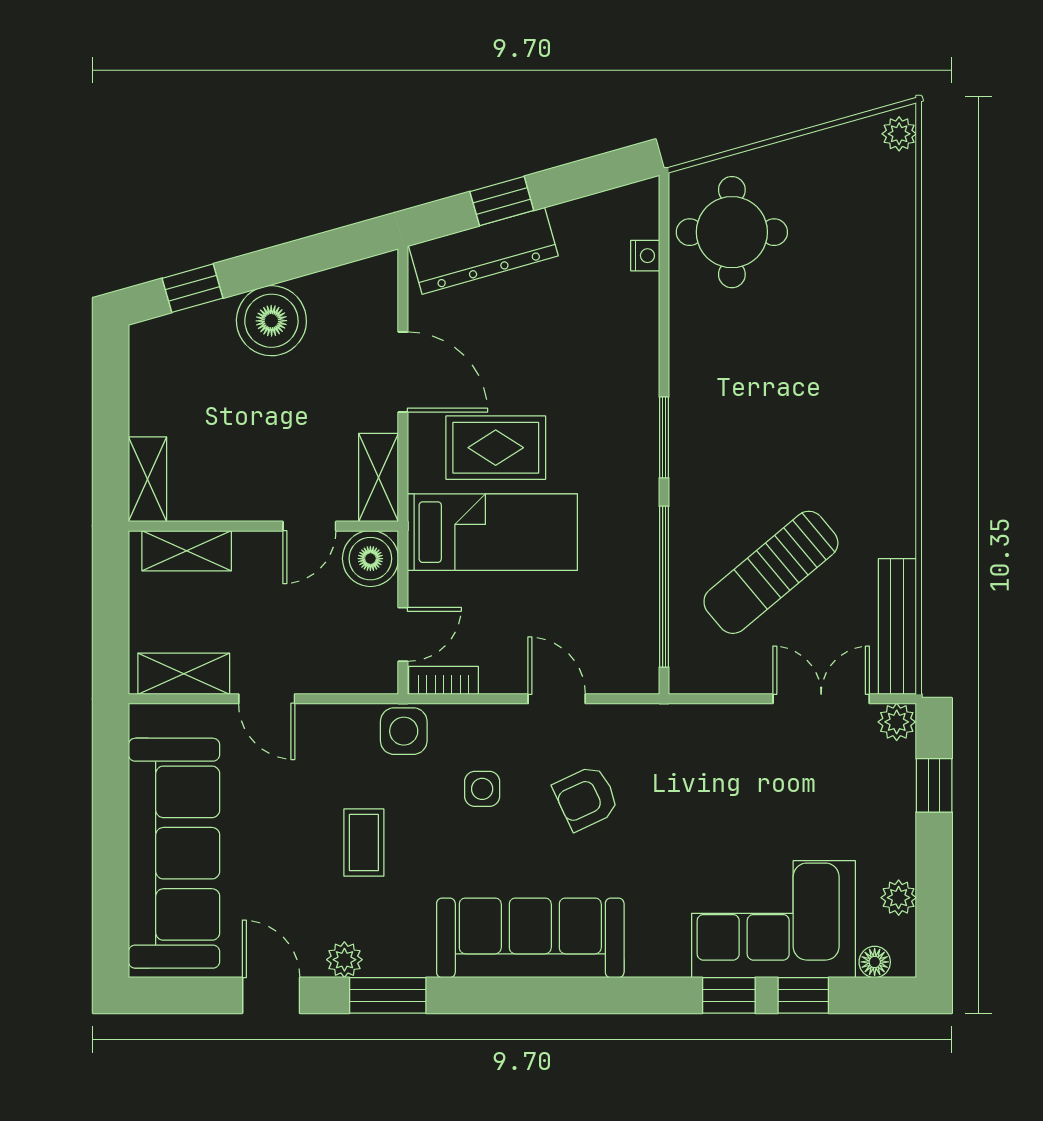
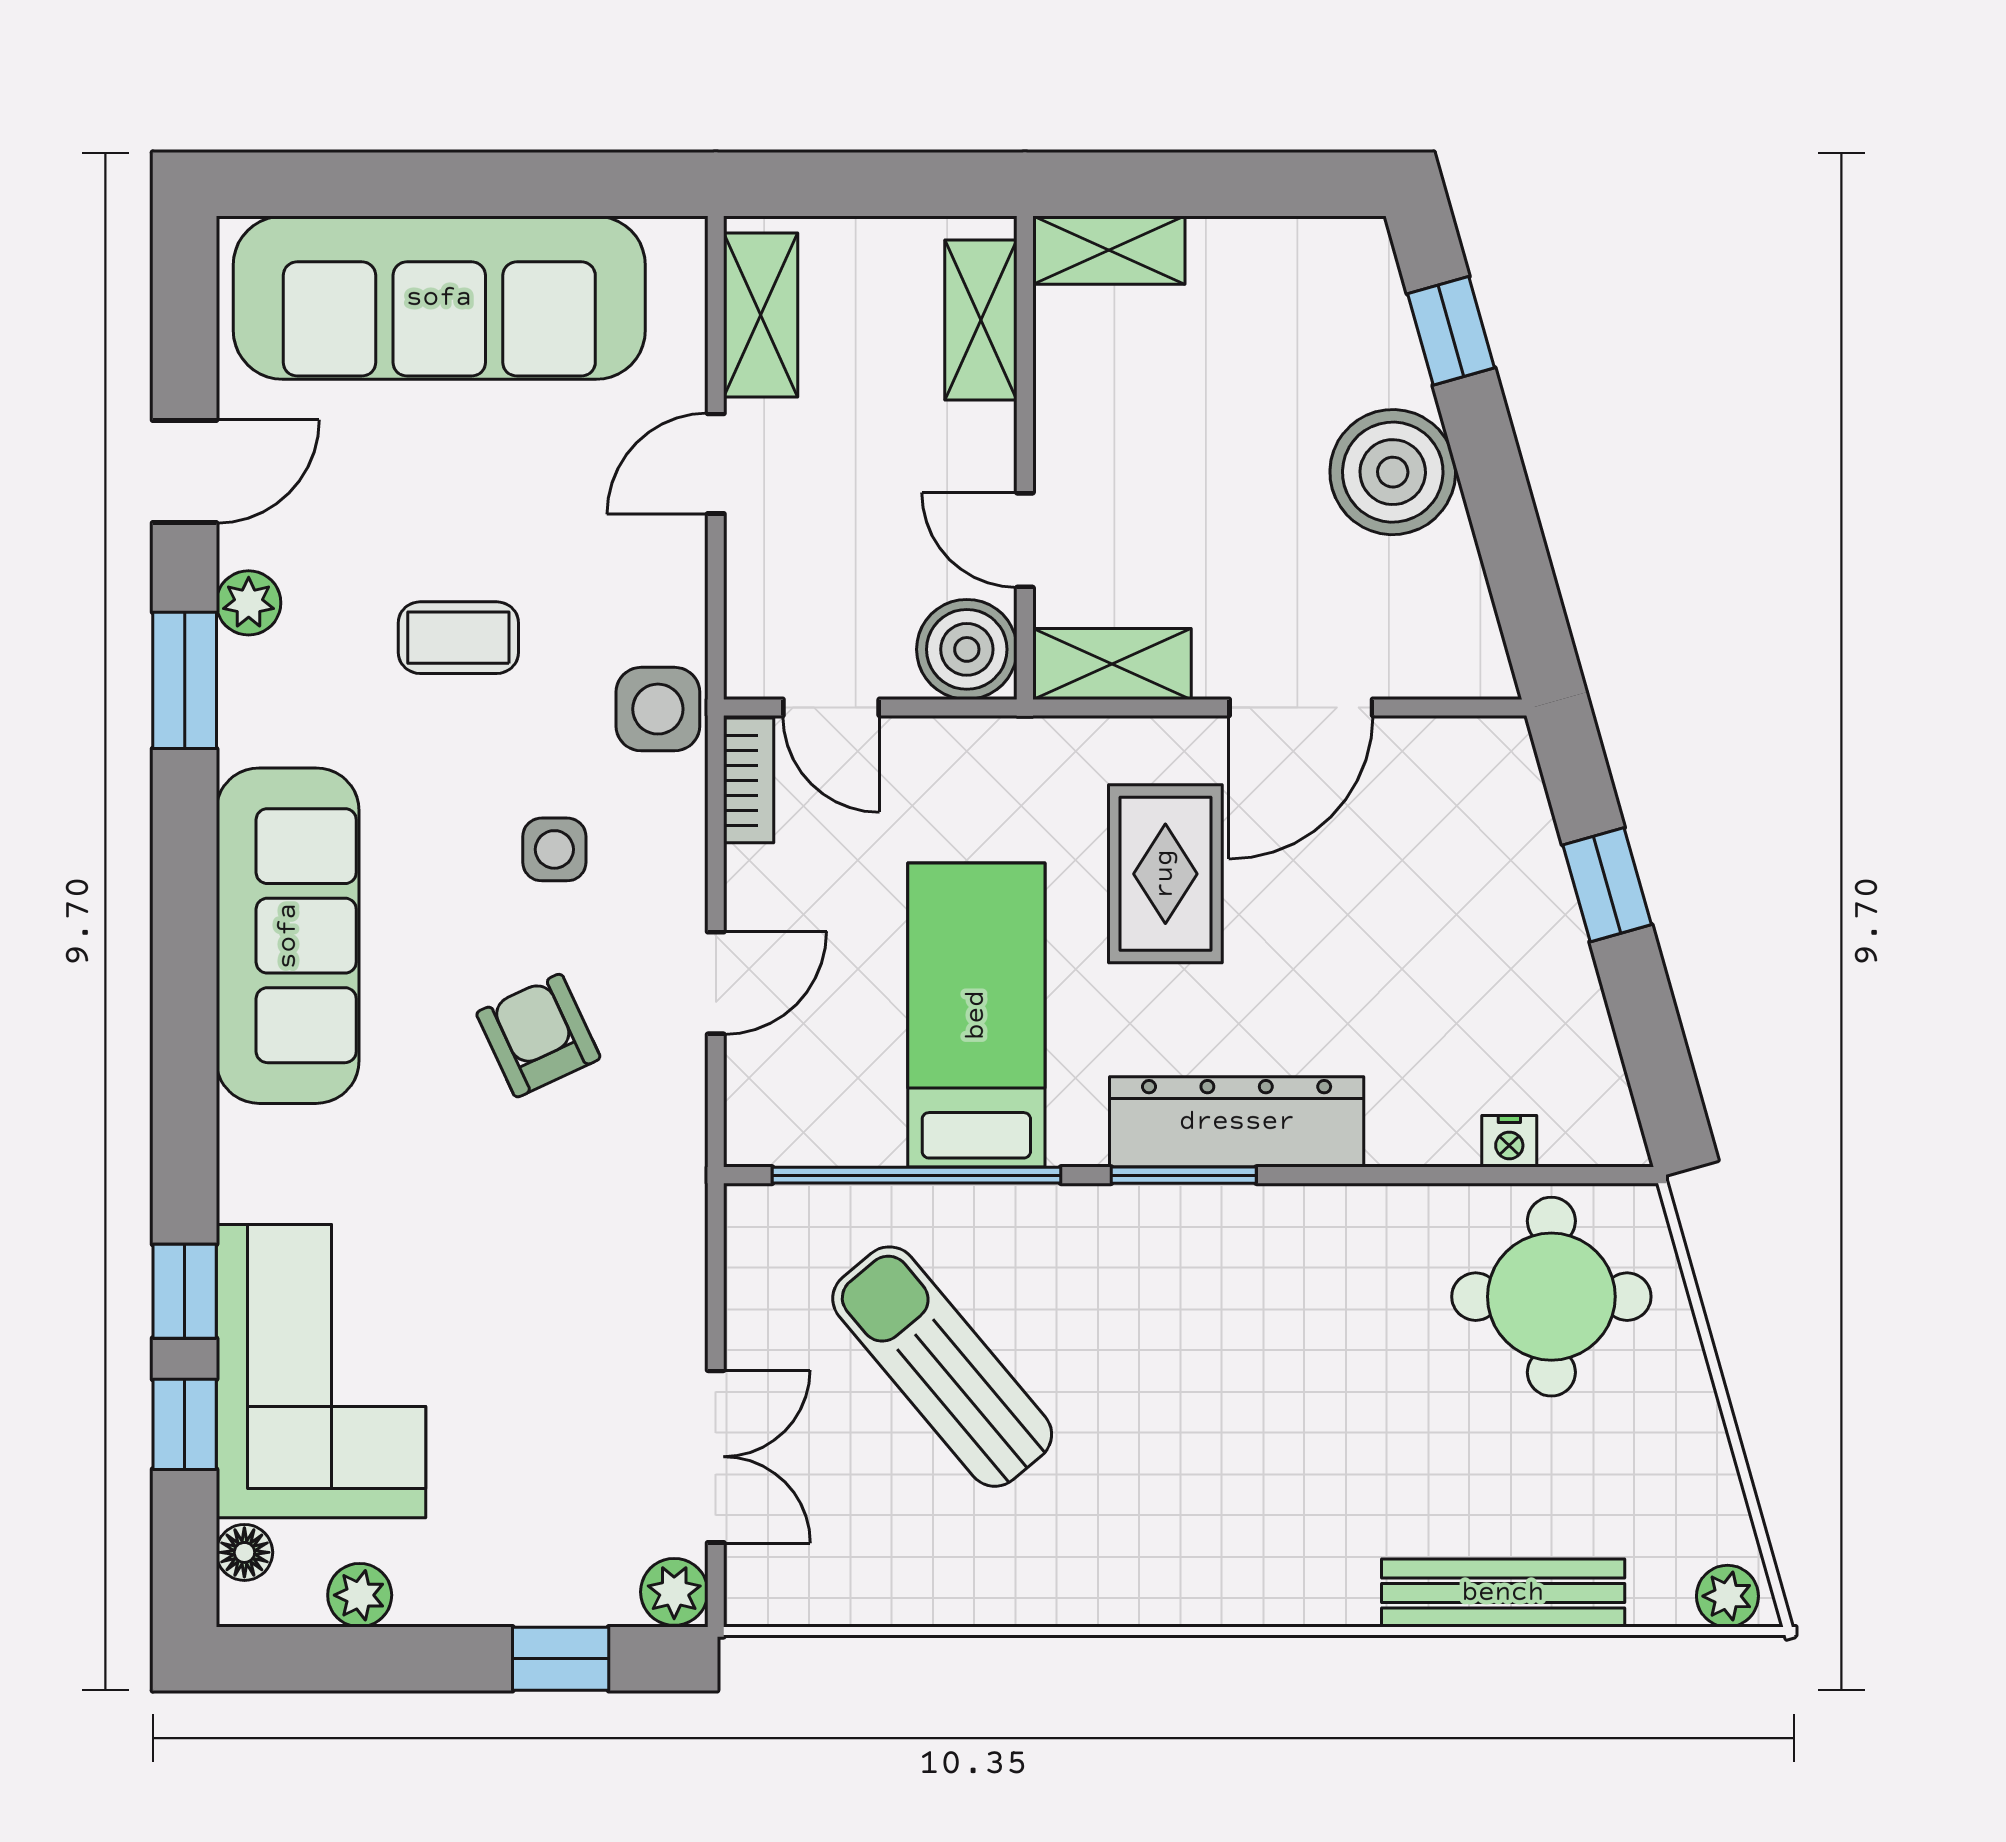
dresser: (483, 251) -> (1237, 1122), moved, turned 106
bed: (492, 532) -> (976, 1015), moved, turned 180
bench: (897, 626) -> (1503, 1593), moved

